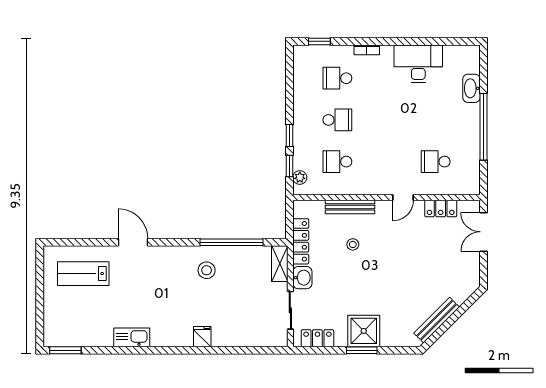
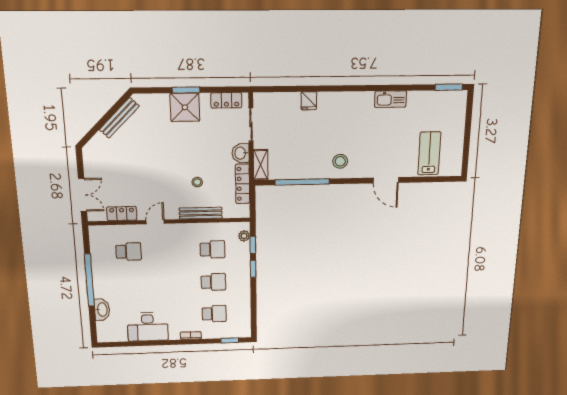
school desk: (337, 120) -> (213, 282), turned 180
stool: (207, 270) -> (340, 161), moved
lab bench: (83, 274) -> (429, 153), turned -90
fridge: (202, 337) -> (309, 101), moved

